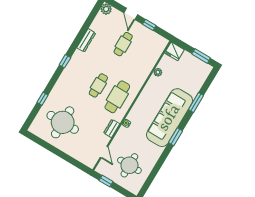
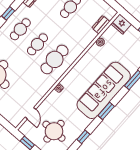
cafe table: (79, 74) -> (20, 29), added
dresser: (112, 128) -> (101, 25), moved
window: (158, 165) -> (83, 137), added

